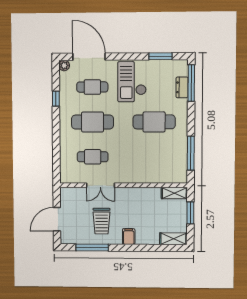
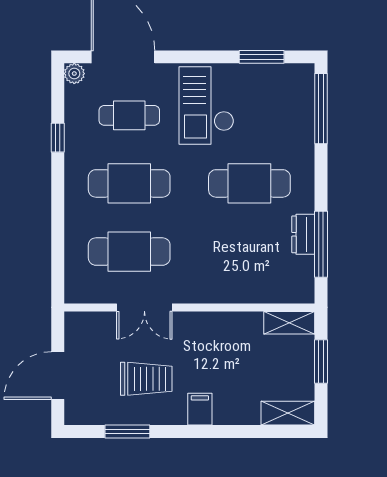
dresser: (182, 87) -> (303, 234), moved
cafe table: (93, 157) -> (129, 252), width x1.37, depth x1.35
trolley: (102, 221) -> (146, 379), turned -90
window: (92, 247) -> (127, 432), width x0.69

